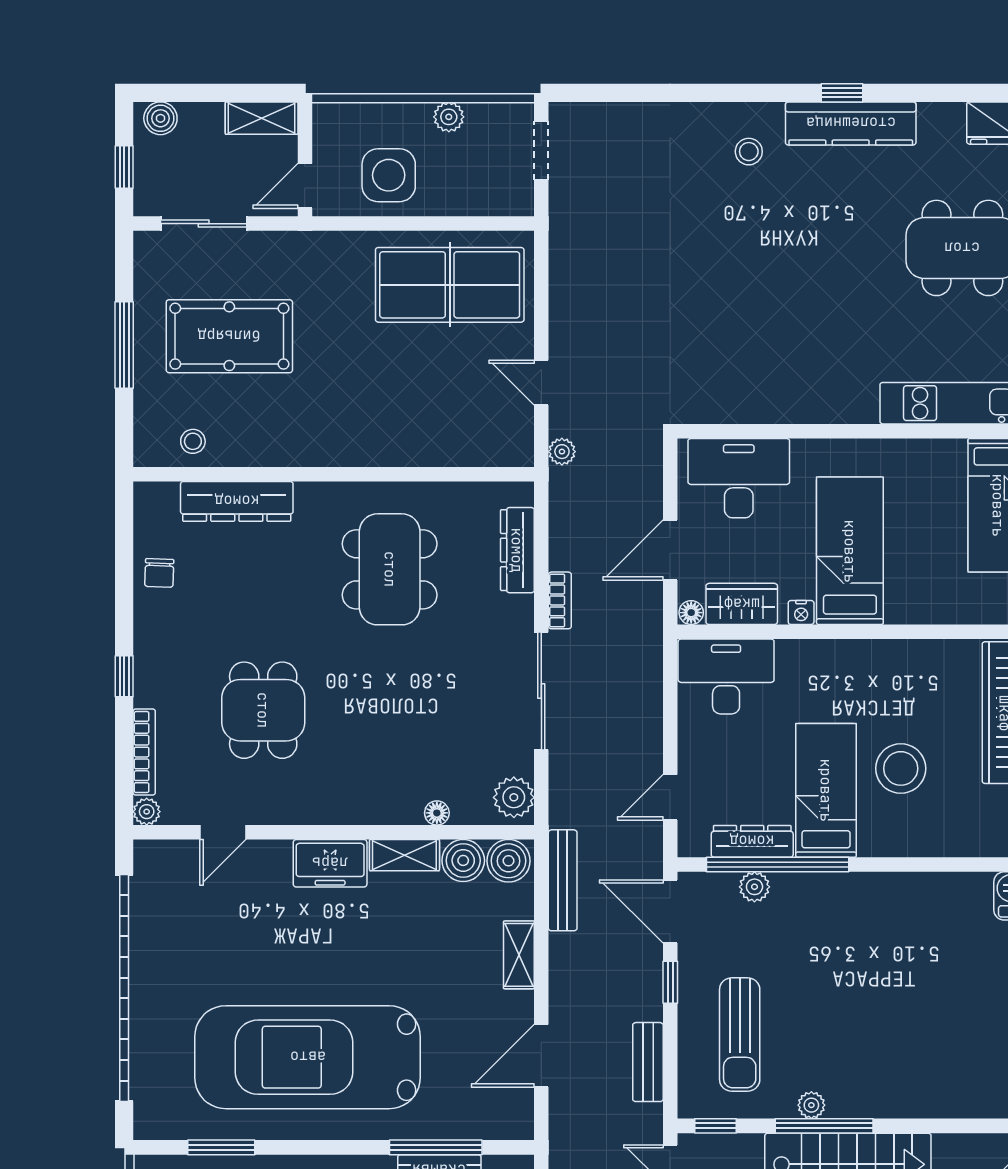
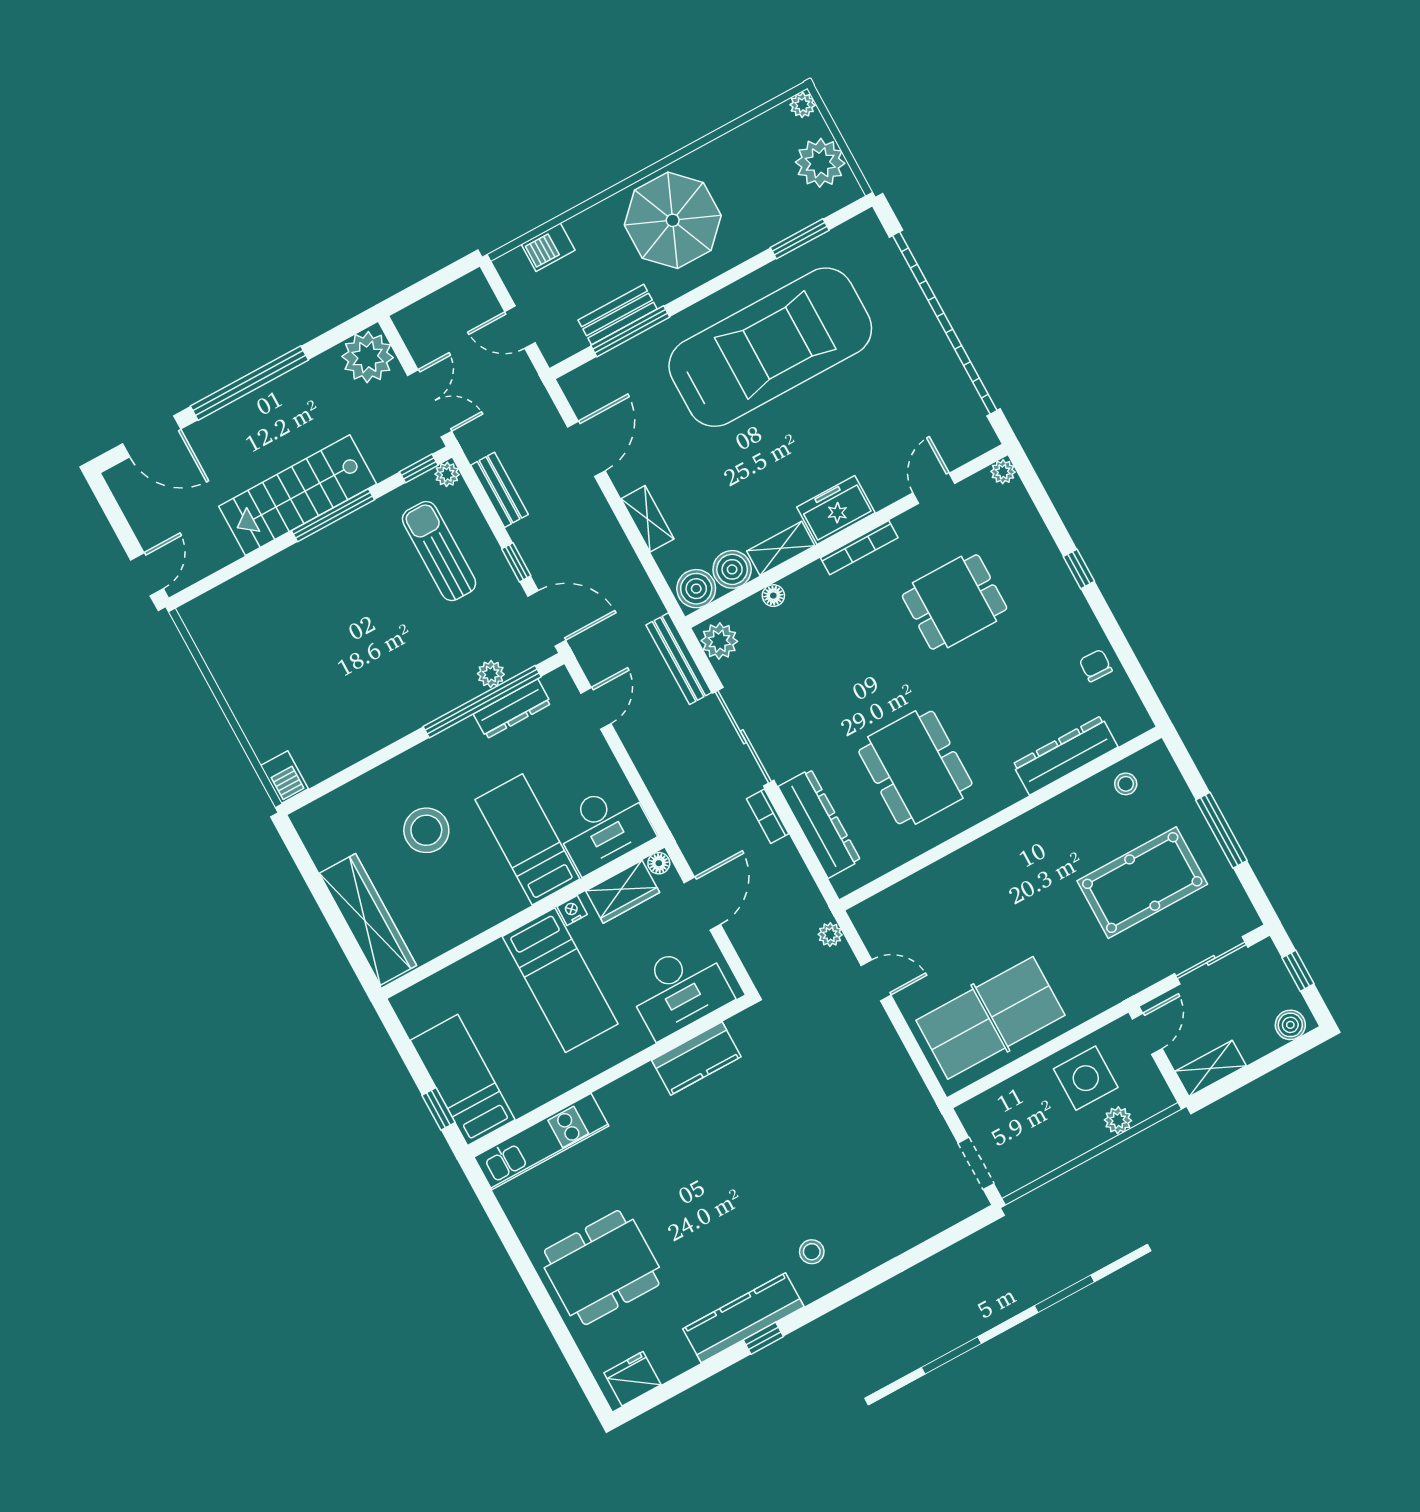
plant: (449, 117) -> (1118, 1120), moved
kitchen counter: (759, 402) -> (696, 1058), added
dresser: (517, 550) -> (819, 824), width x1.37, depth x1.24
dining table: (263, 710) -> (955, 602), turned 90
bookcase: (144, 752) -> (859, 548), moved, turned -90
bed: (826, 790) -> (527, 839), moved, turned 180
bench: (563, 880) -> (679, 659), moved
plant: (811, 1105) -> (447, 474), moved

